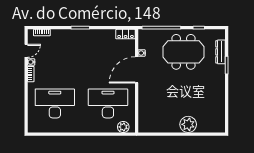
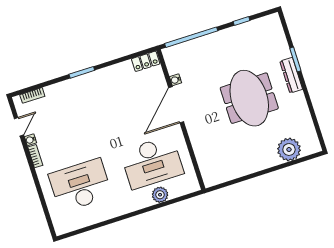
meeting table: (184, 52) -> (249, 98), moved, turned 90
dresser: (220, 52) -> (291, 75), moved
desk: (108, 103) -> (152, 162), turned 180
plant: (188, 124) -> (289, 149), moved
plant: (123, 127) -> (160, 195), moved

